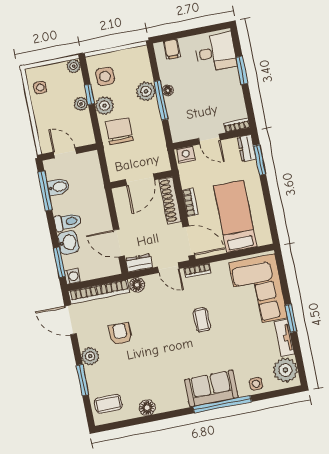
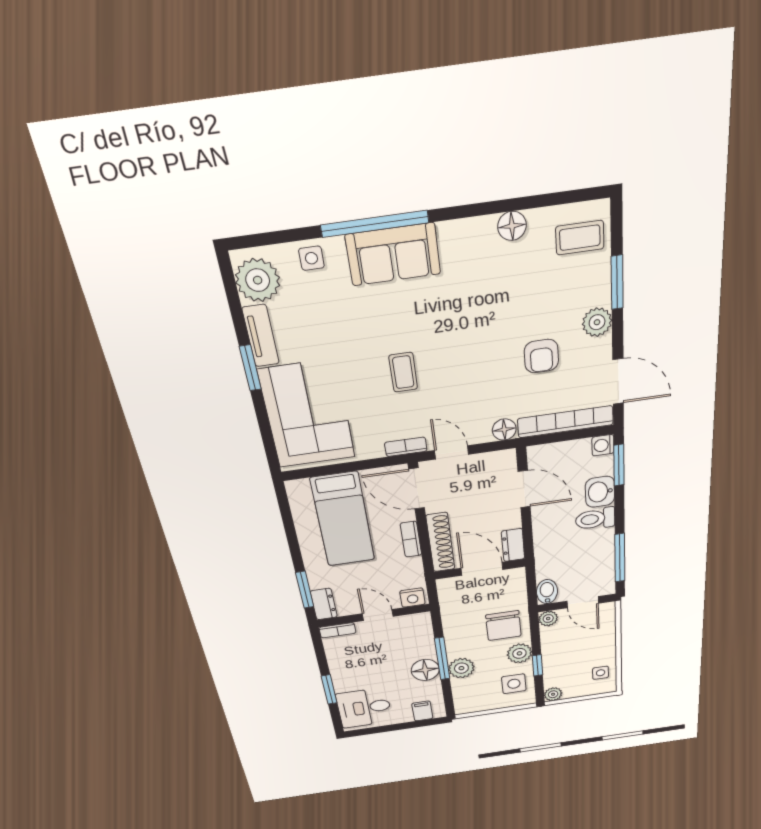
floor lamp: (168, 90) -> (425, 670), width x1.89, depth x1.89
plant: (81, 104) -> (548, 619), moved
door: (140, 180) -> (482, 569), hinge flipped
bidet: (58, 187) -> (547, 592), moved, turned 90
dresser: (139, 263) -> (513, 545), moved, turned 90

